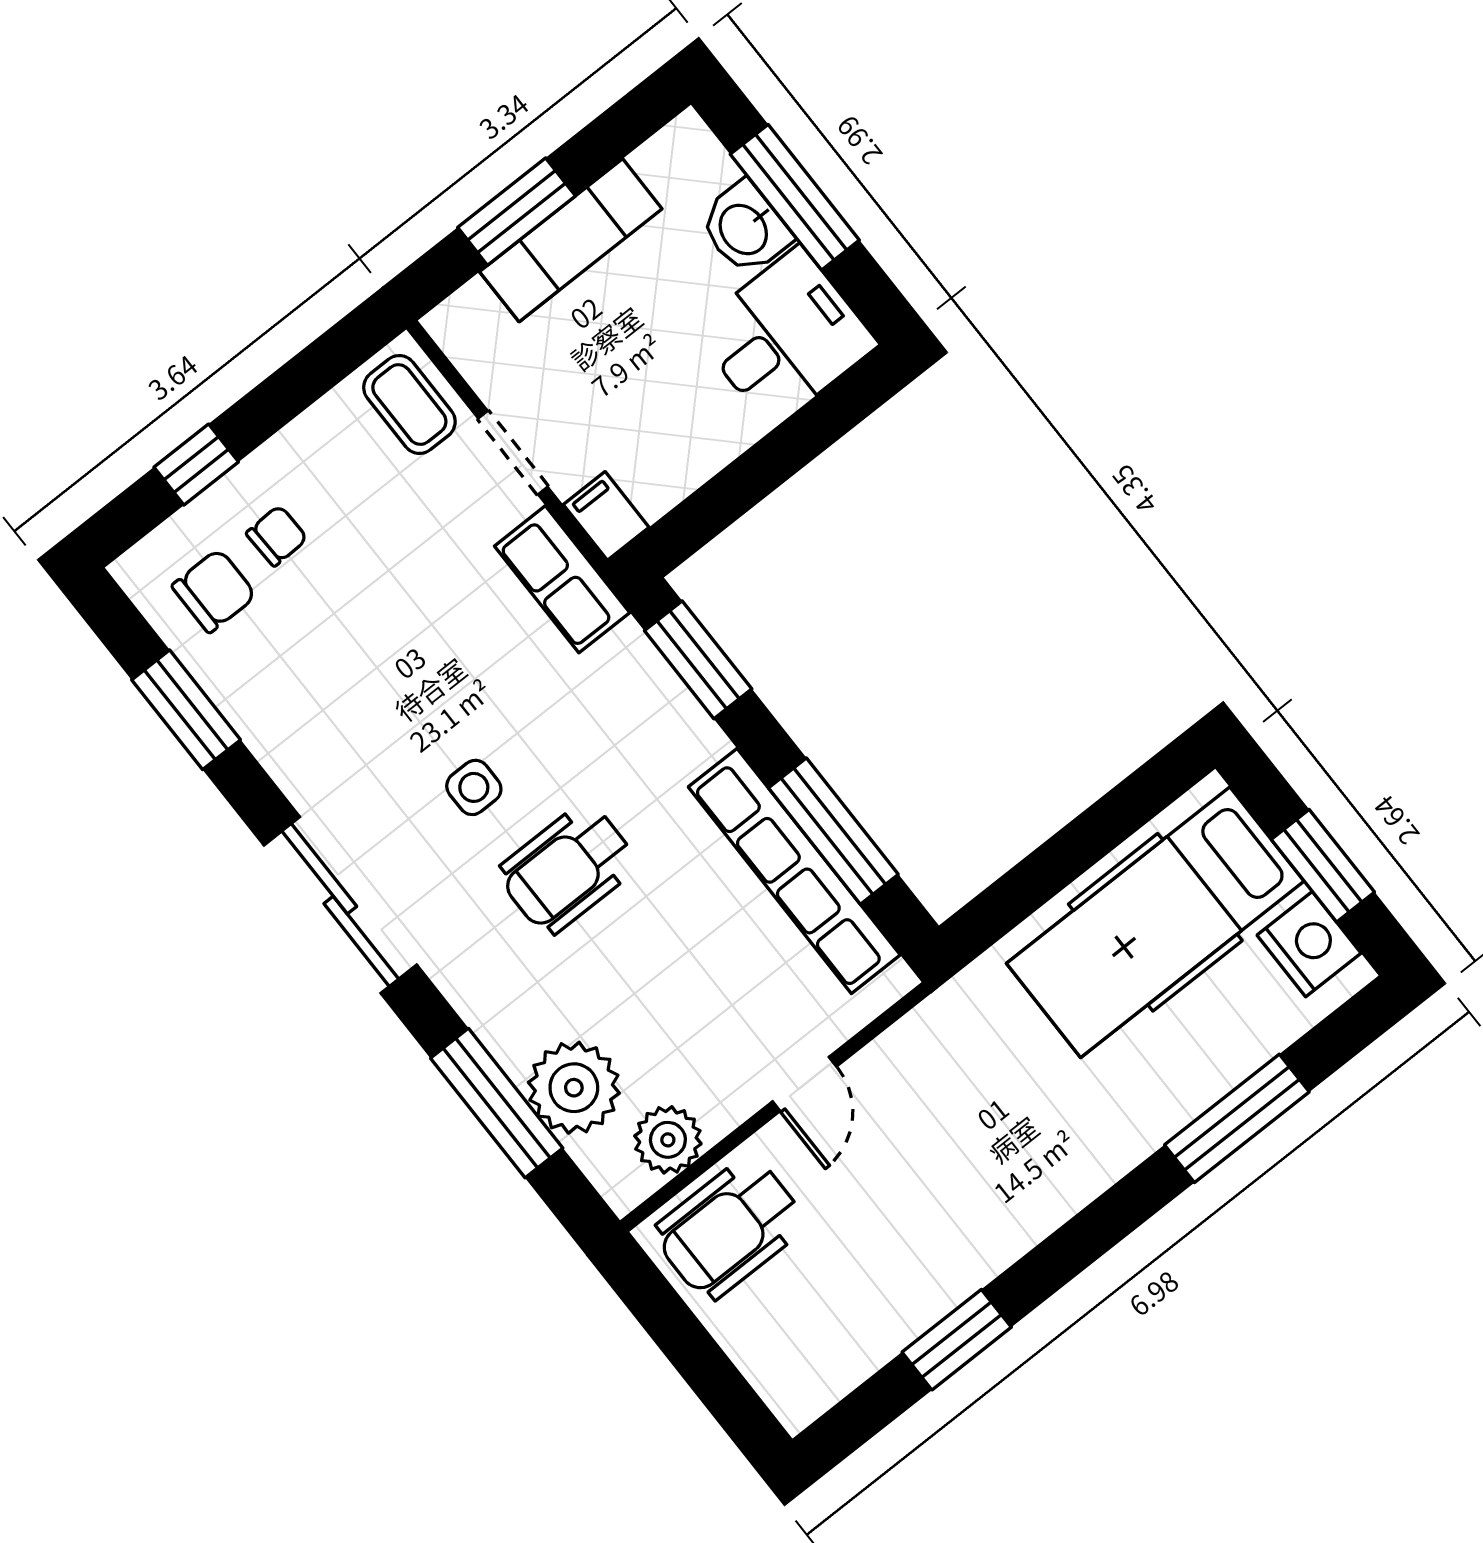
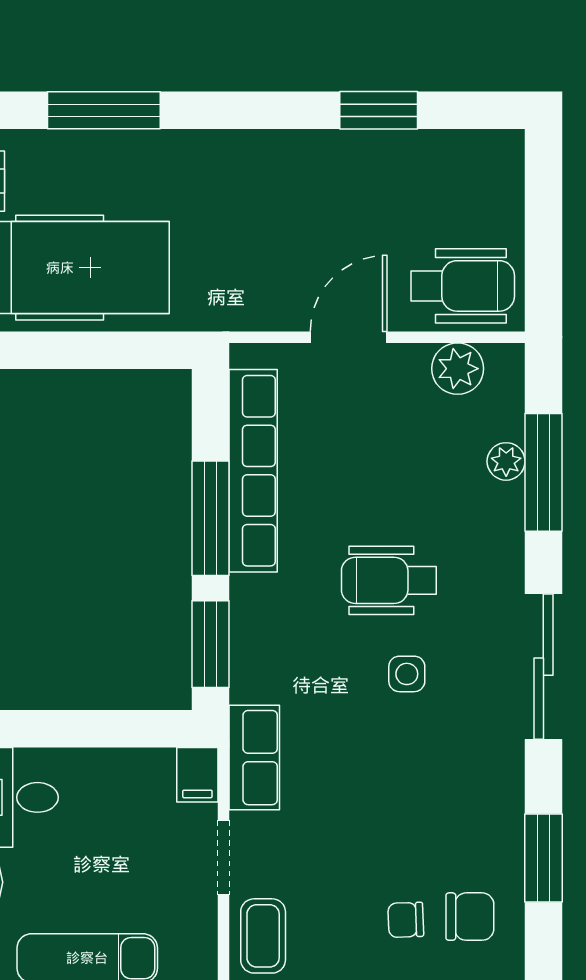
chair: (214, 591) -> (470, 917), turned 180
window: (833, 831) -> (211, 518), moved
wheelchair: (567, 869) -> (389, 580), turned 180
door: (804, 1084) -> (349, 337), width x1.38
plant: (574, 1088) -> (506, 461), width x0.53, depth x0.53

